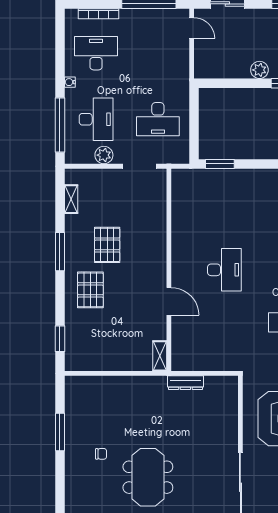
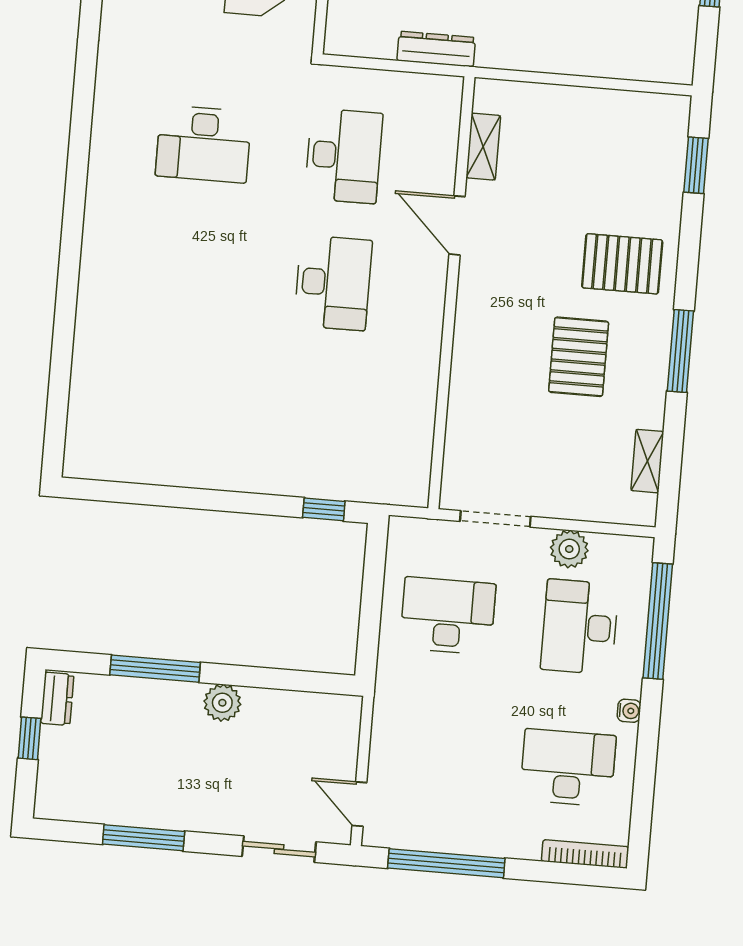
bookcase: (98, 14) -> (585, 854), moved
desk: (96, 53) -> (568, 768), turned 180
window: (220, 164) -> (324, 509), width x0.67
desk: (224, 270) -> (333, 283), turned 180
pallet: (90, 290) -> (622, 264), turned 90
desk: (224, 329) -> (344, 156), added
shelving: (160, 356) -> (483, 147), moved

